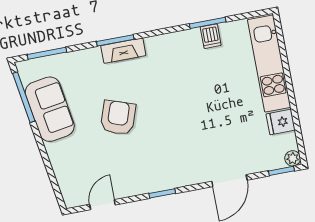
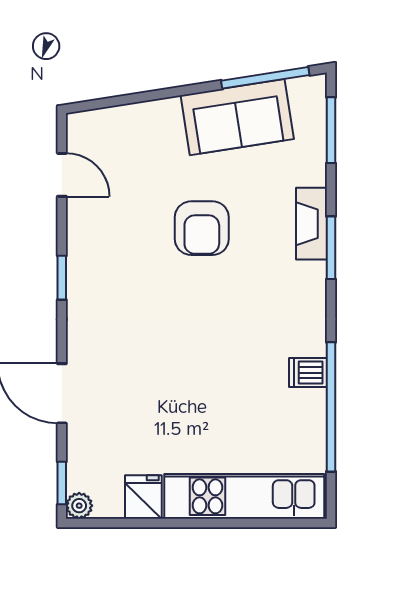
window: (208, 23) -> (331, 407), width x2.11
dishwasher: (211, 36) -> (308, 373), moved
fireplace: (123, 51) -> (311, 224), moved
armchair: (118, 118) -> (202, 228), turned 71

